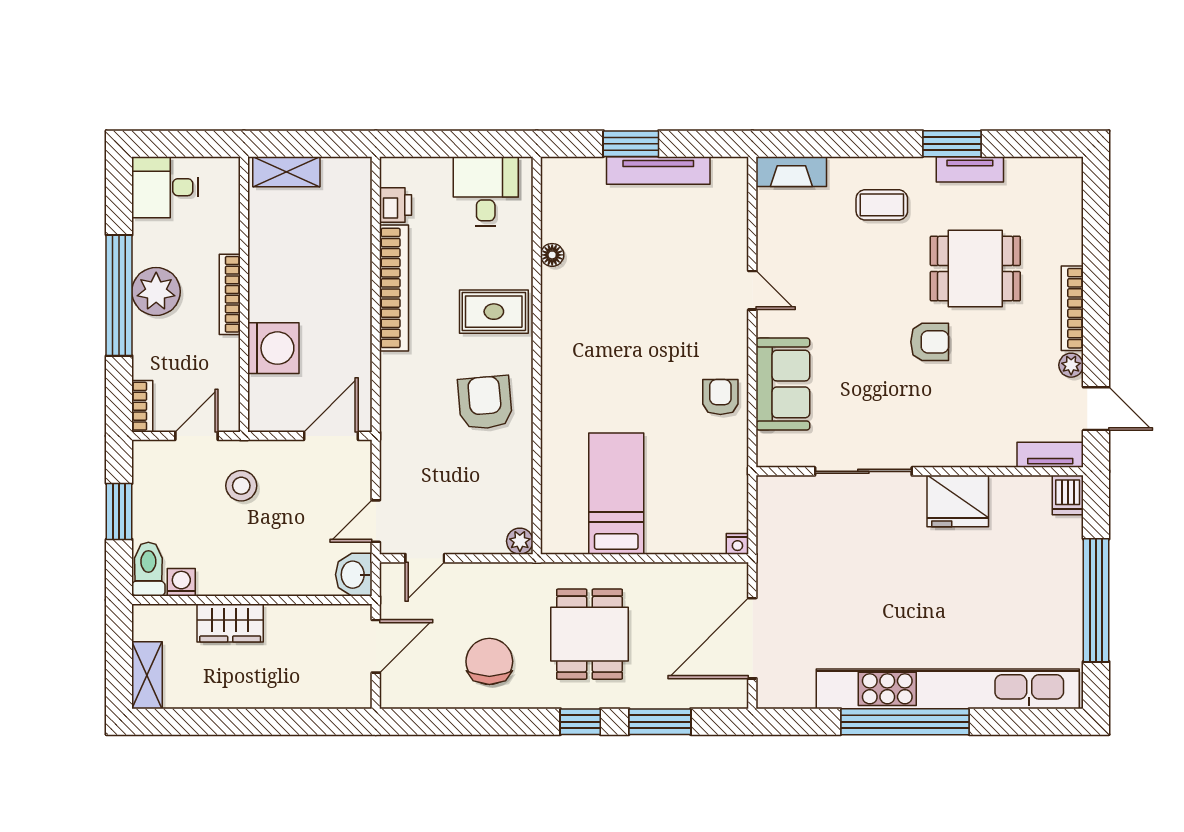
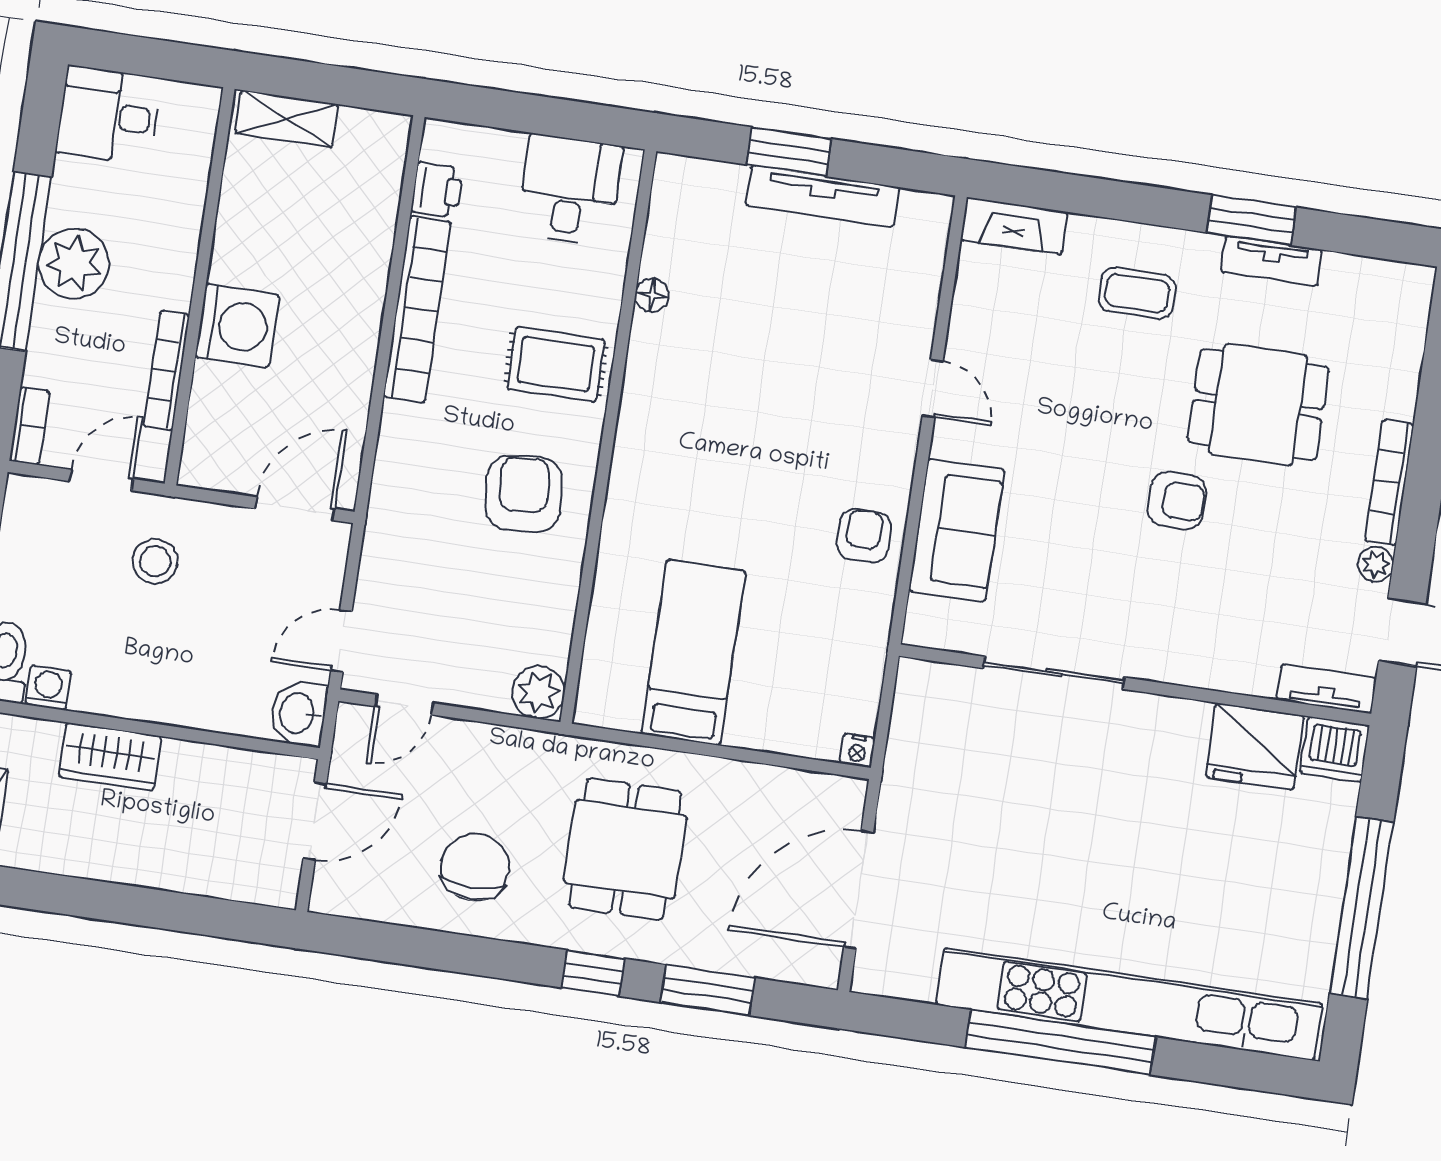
bookcase: (230, 294) -> (166, 371), moved
washing machine: (273, 348) -> (237, 326), moved
dishwasher: (1068, 495) -> (1335, 749), width x1.38
fridge: (958, 501) -> (1255, 746), moved
plant: (520, 541) -> (538, 692), width x1.38, depth x1.38

